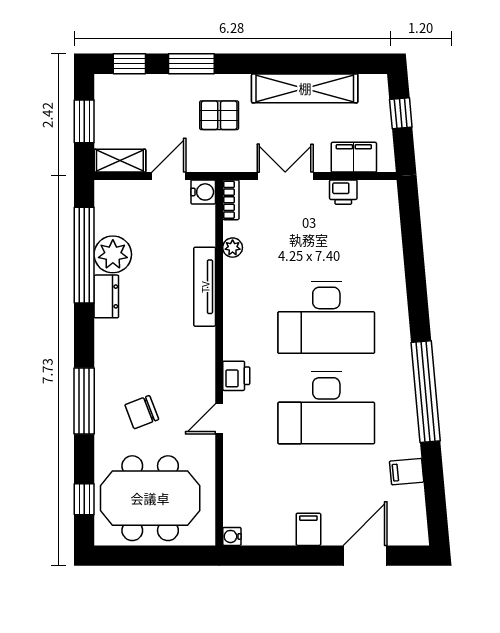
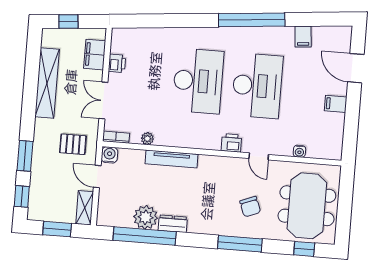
pallet: (219, 115) -> (73, 144), moved, turned 90
water cooler: (232, 536) -> (299, 151), moved

